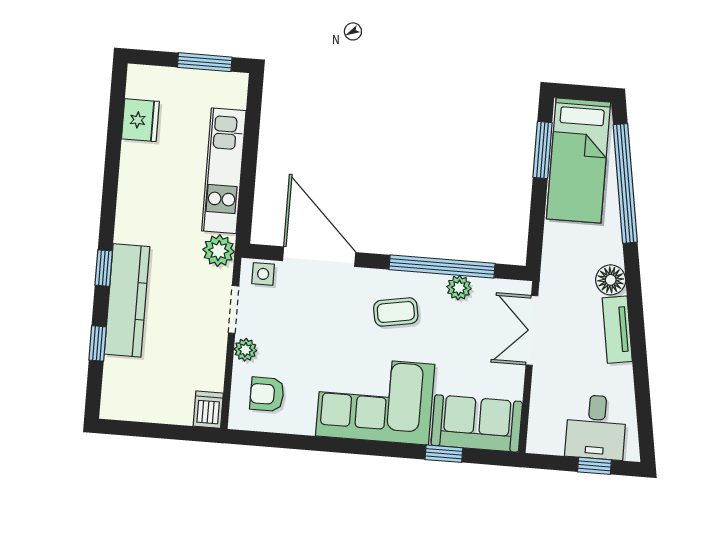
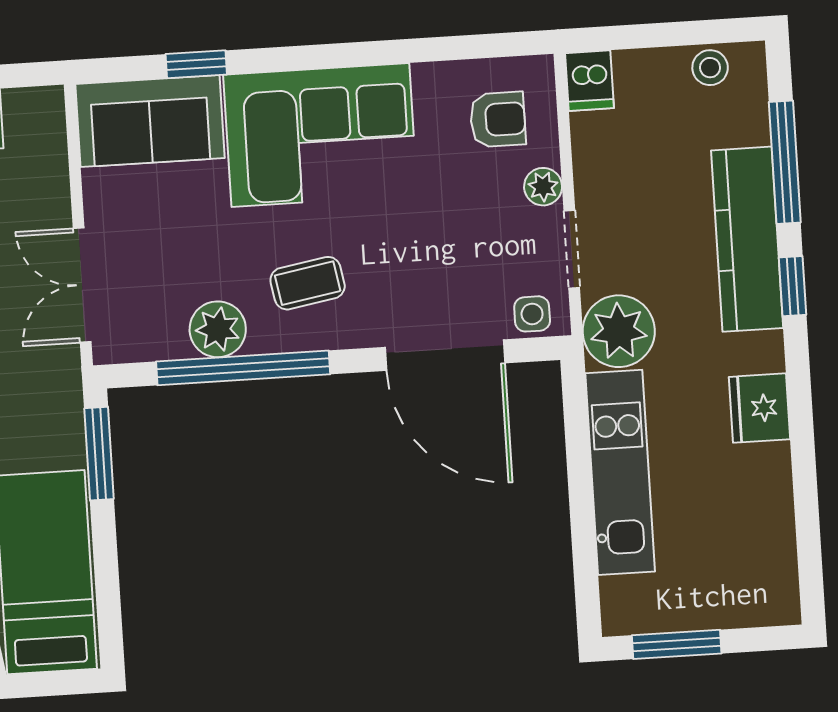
fridge: (140, 120) -> (760, 408), moved
window: (543, 150) -> (99, 454), moved
plant: (219, 251) -> (619, 331), width x1.36, depth x1.36
plant: (459, 288) -> (218, 329), width x1.38, depth x1.38
double door: (532, 330) -> (82, 285), swing flipped
window: (98, 343) -> (785, 162), width x2.17
stool: (134, 407) -> (710, 68), added

